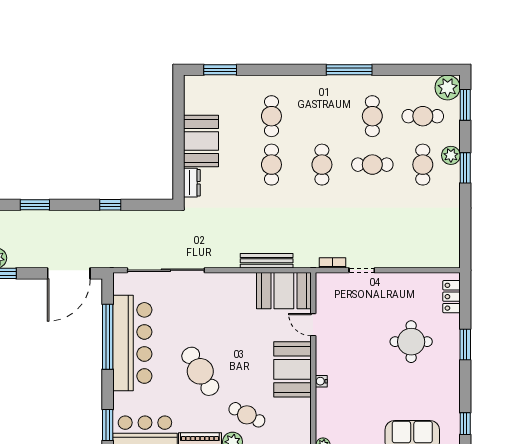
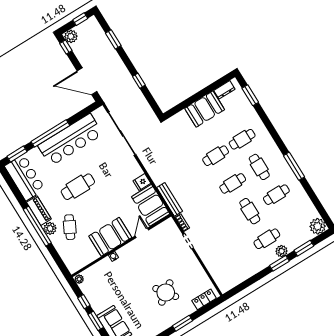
window: (465, 105) -> (304, 248), moved
cafe table: (423, 116) -> (259, 167), moved
dresser: (192, 183) -> (224, 90), moved
bench: (267, 261) -> (170, 199), moved
fridge: (246, 283) -> (142, 182), added
window: (108, 337) -> (50, 133), moved
round table: (411, 342) -> (166, 292), turned -36
cafe table: (200, 371) -> (78, 187), turned 31

